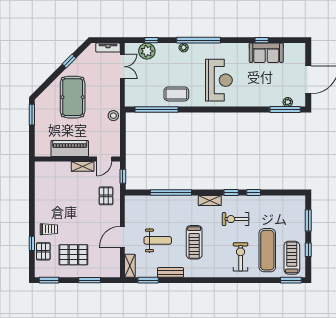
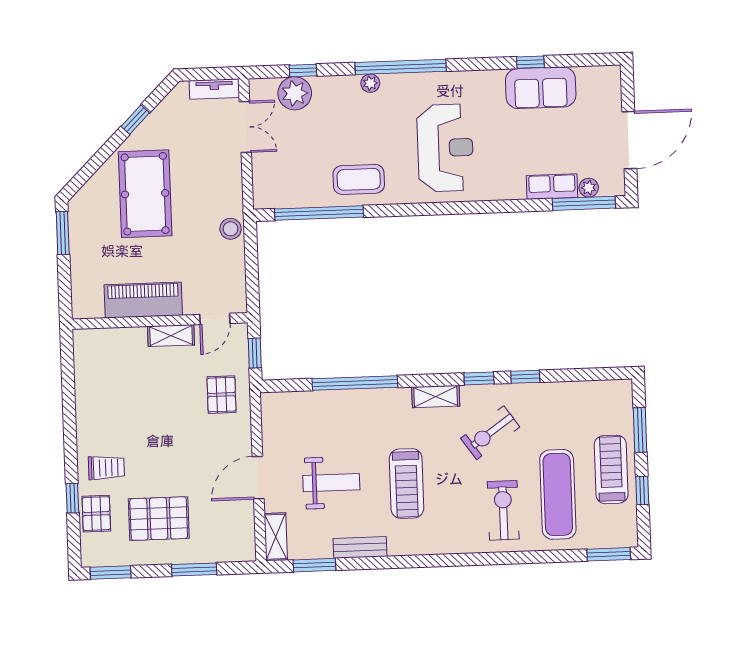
row of seats: (270, 101) -> (552, 187), added
exercise bike: (236, 219) -> (490, 433), turned -35
treadmill: (292, 258) -> (611, 469), moved

